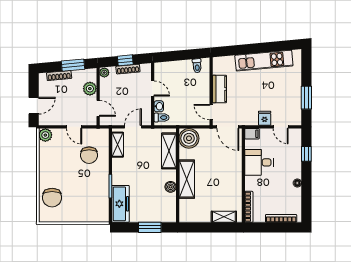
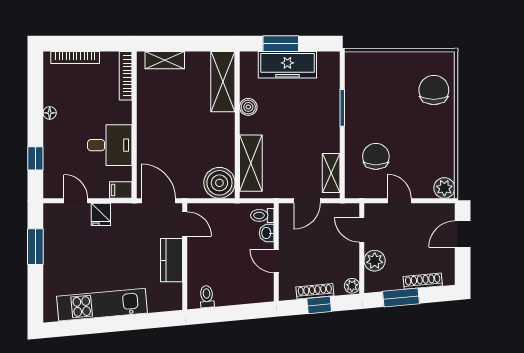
shelving: (187, 179) -> (223, 82), moved
freezer: (121, 204) -> (287, 65), moved, turned -90

